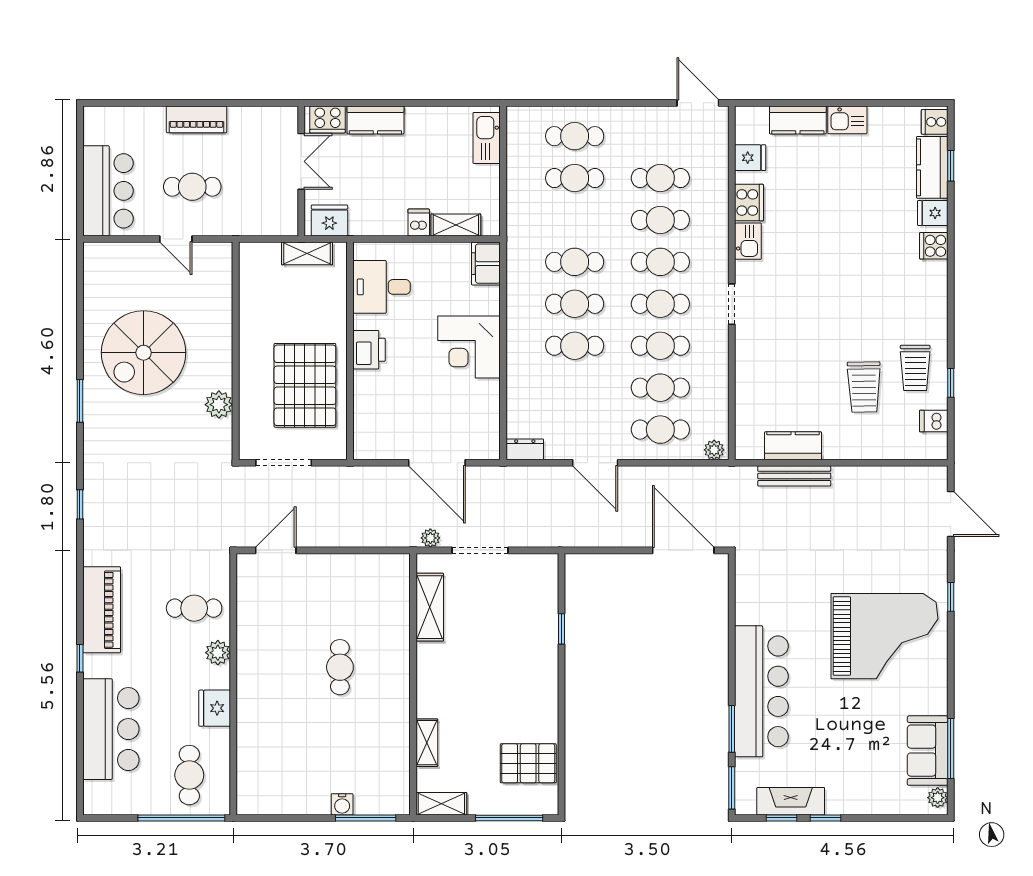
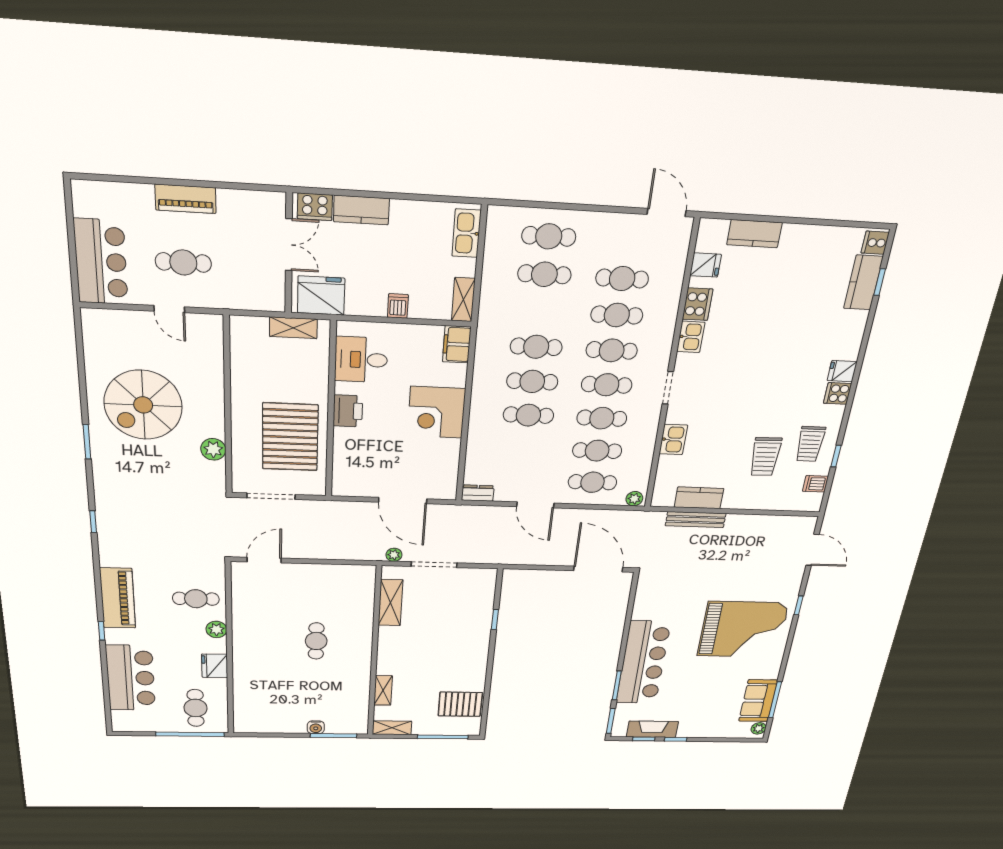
kitchen sink: (847, 120) -> (673, 439), moved, turned -90
fridge: (933, 213) -> (842, 371), moved
fridge: (329, 221) -> (321, 296), width x1.36, depth x1.34
shelving: (456, 225) -> (463, 300), moved, turned 90
cooker: (934, 246) -> (838, 393), moved

